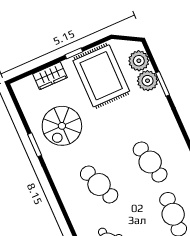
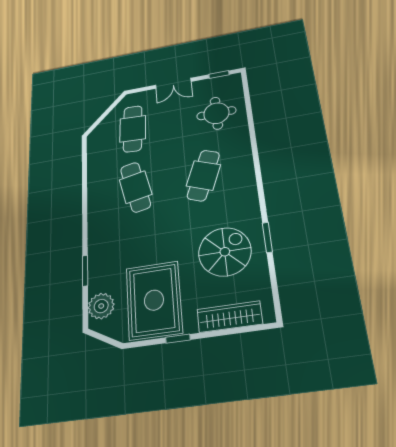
wardrobe: (50, 76) -> (230, 317), width x1.50
plant: (148, 81) -> (101, 279), removed
cafe table: (99, 184) -> (203, 175), turned 42

